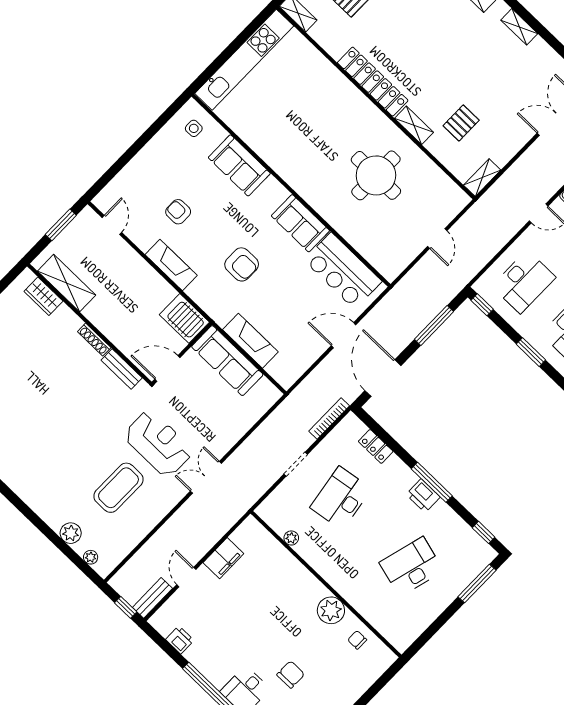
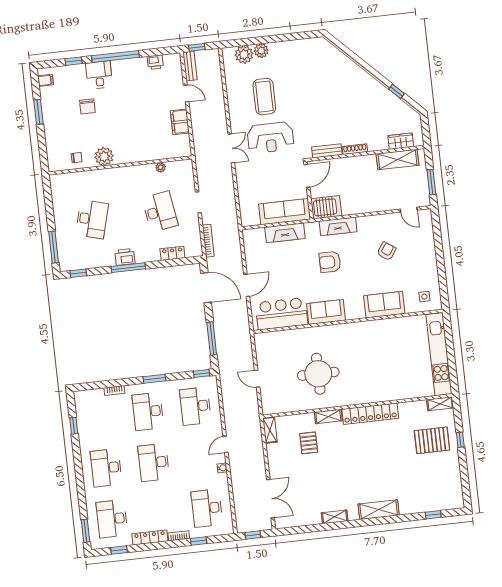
armchair: (178, 212) -> (386, 251), turned -55
fireplace: (171, 265) -> (338, 226), moved
plant: (91, 557) -> (244, 54), width x1.88, depth x1.88

